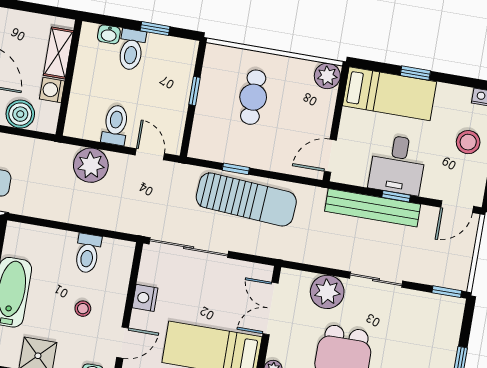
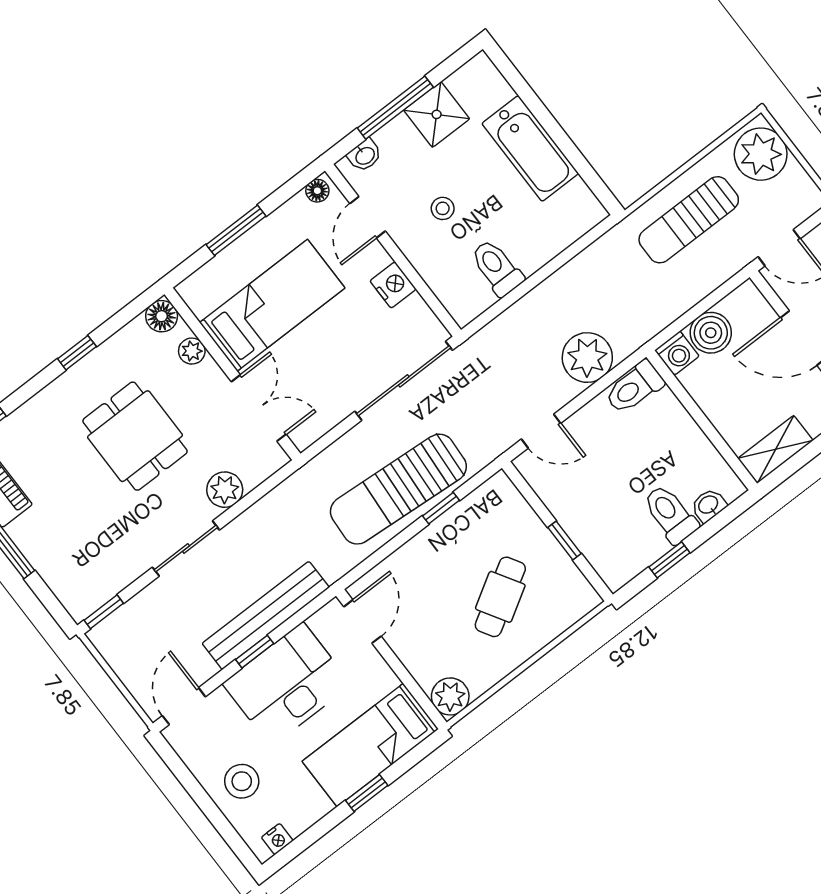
shelving: (58, 53) -> (775, 449), moved, turned 90
washing machine: (52, 90) -> (677, 353), moved, turned 90
cafe table: (253, 97) -> (500, 597), turned 59
toilet: (115, 125) -> (634, 387), moved, turned 90
desk: (398, 165) -> (287, 684), width x1.37
plant: (327, 292) -> (225, 490), width x0.73, depth x0.73

